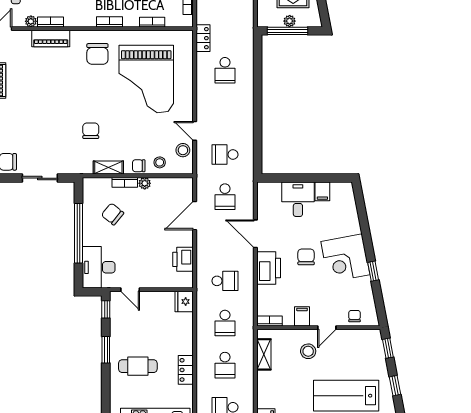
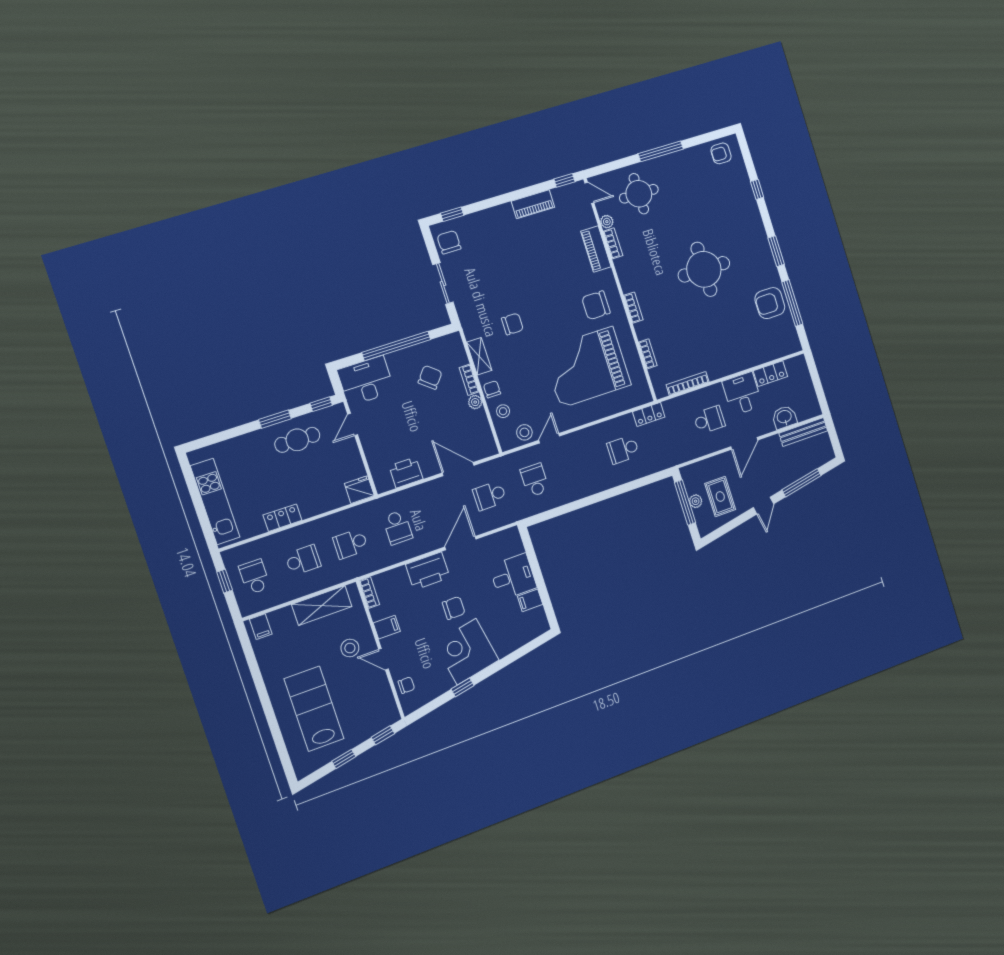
shelving: (264, 354) -> (322, 605), width x1.50, depth x1.33
school desk: (225, 365) -> (303, 560), turned 180
cafe table: (138, 366) -> (297, 440), moved, turned 90

